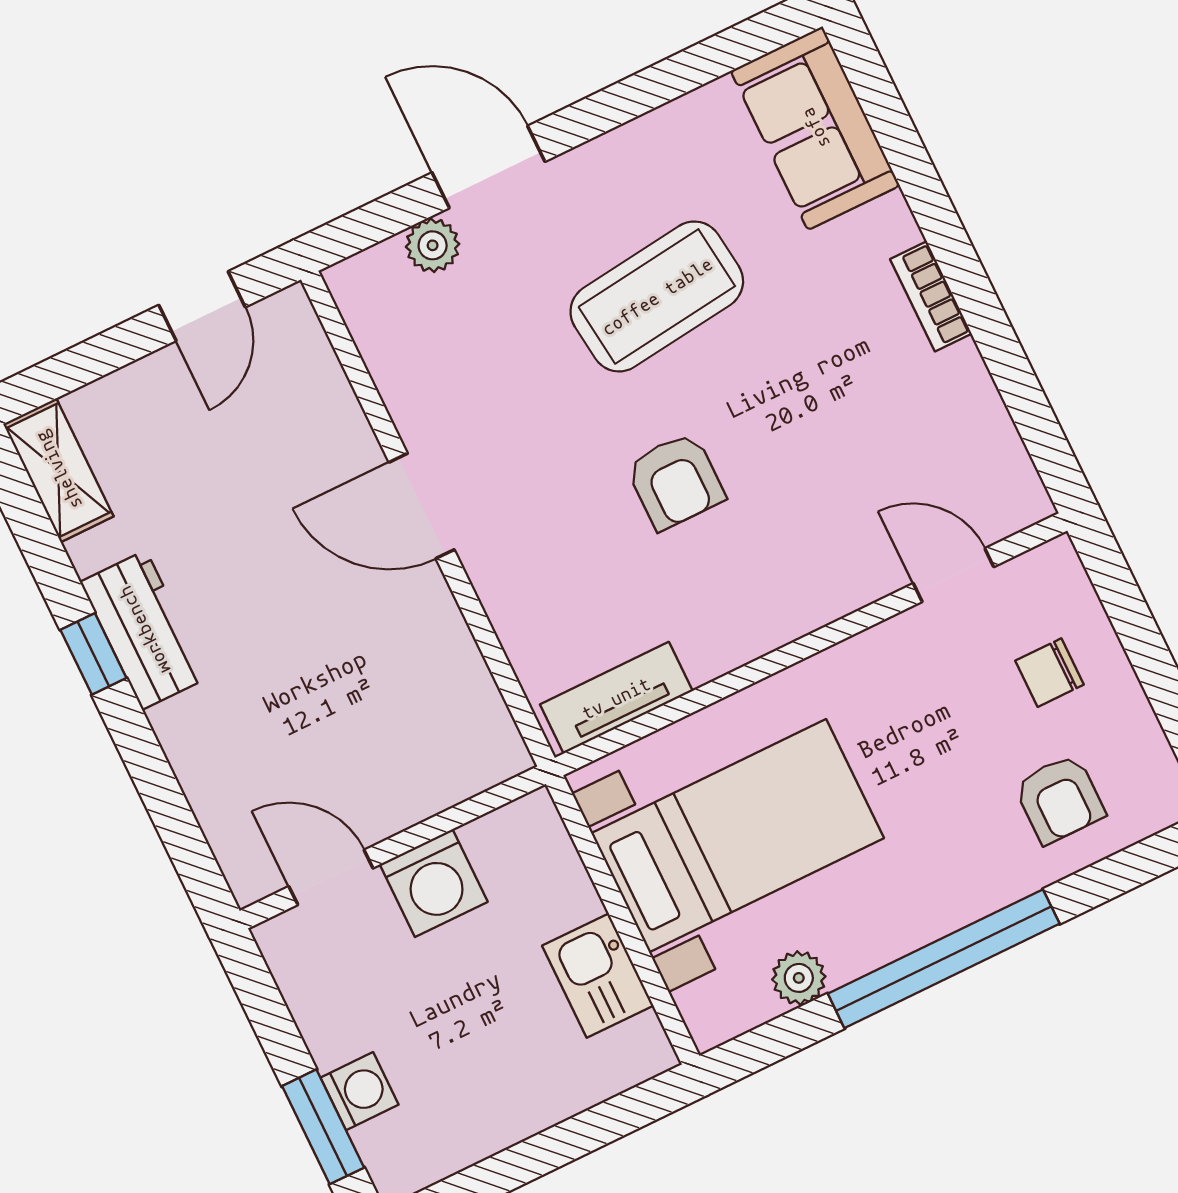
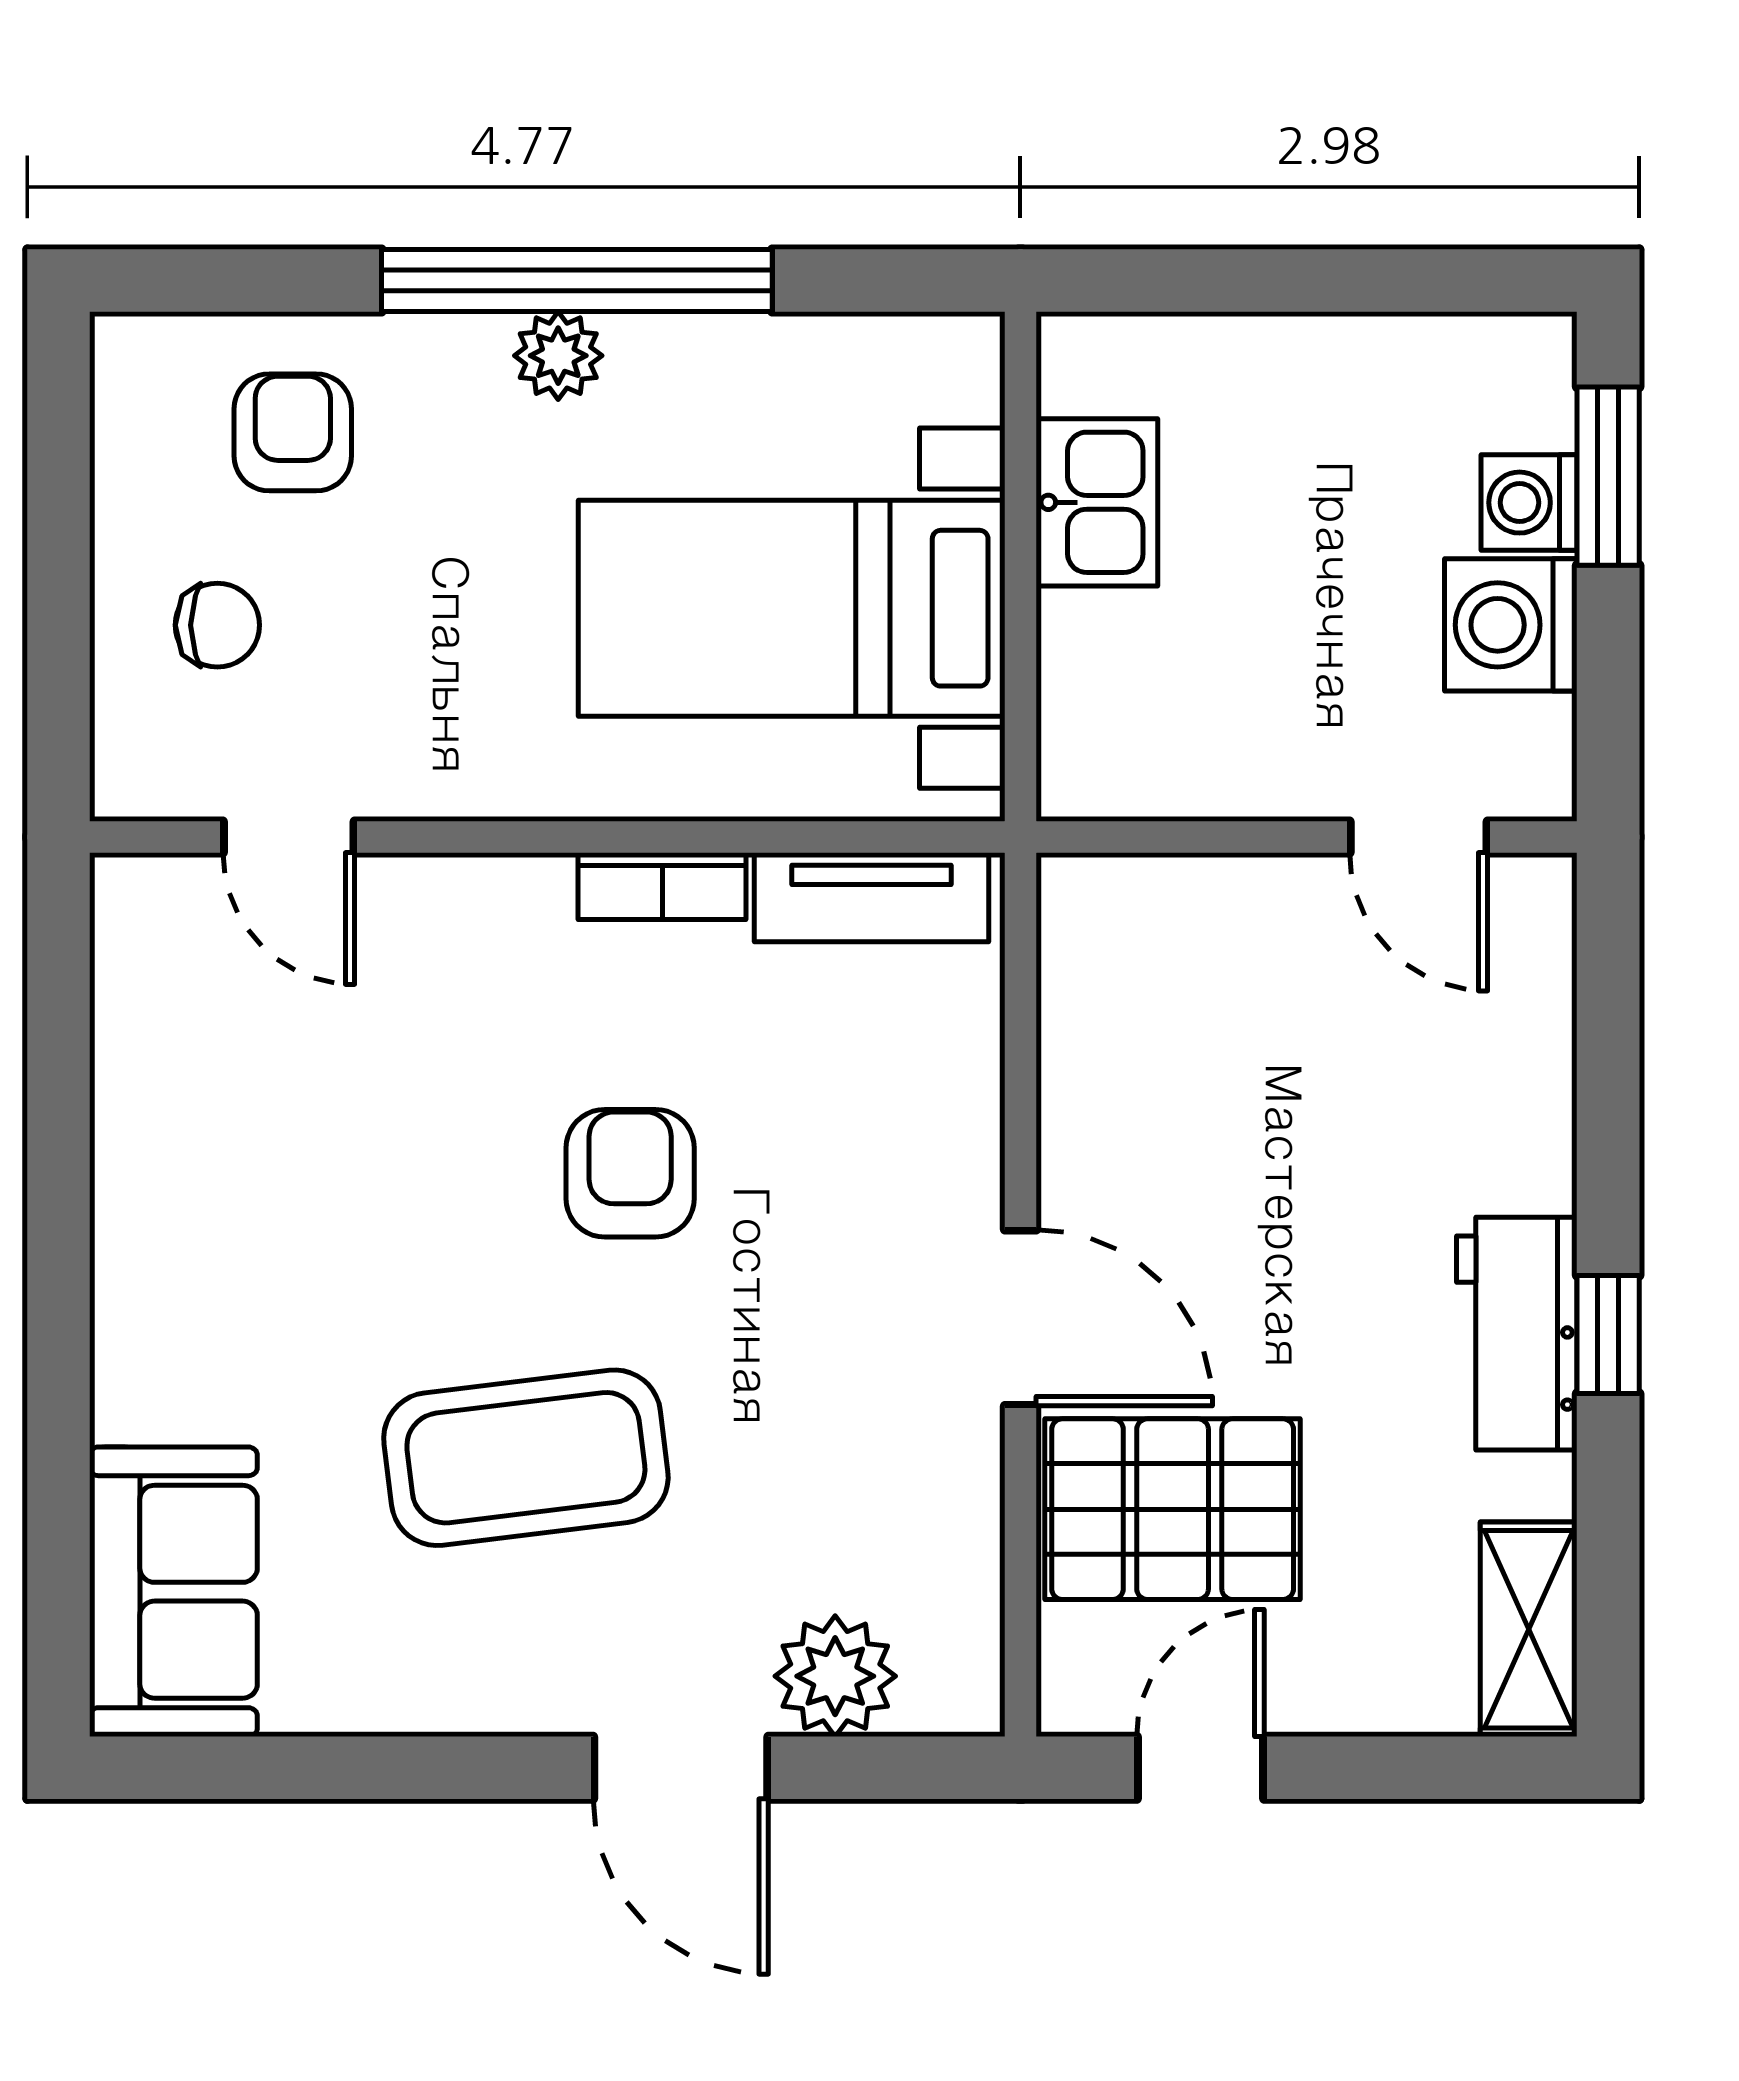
plant: (433, 245) -> (835, 1676), width x1.38, depth x1.38
bookcase: (931, 296) -> (662, 886), moved, turned 90
pallet: (287, 441) -> (1173, 1509), added
washing machine: (434, 883) -> (1511, 625), moved, turned -90
plant: (799, 978) -> (558, 356), moved

